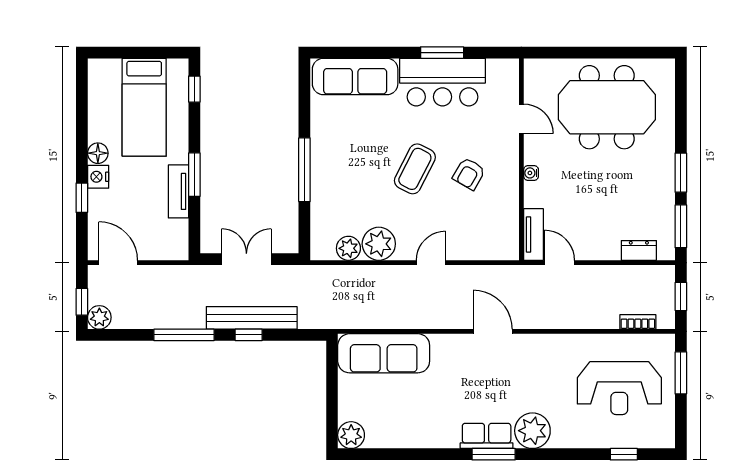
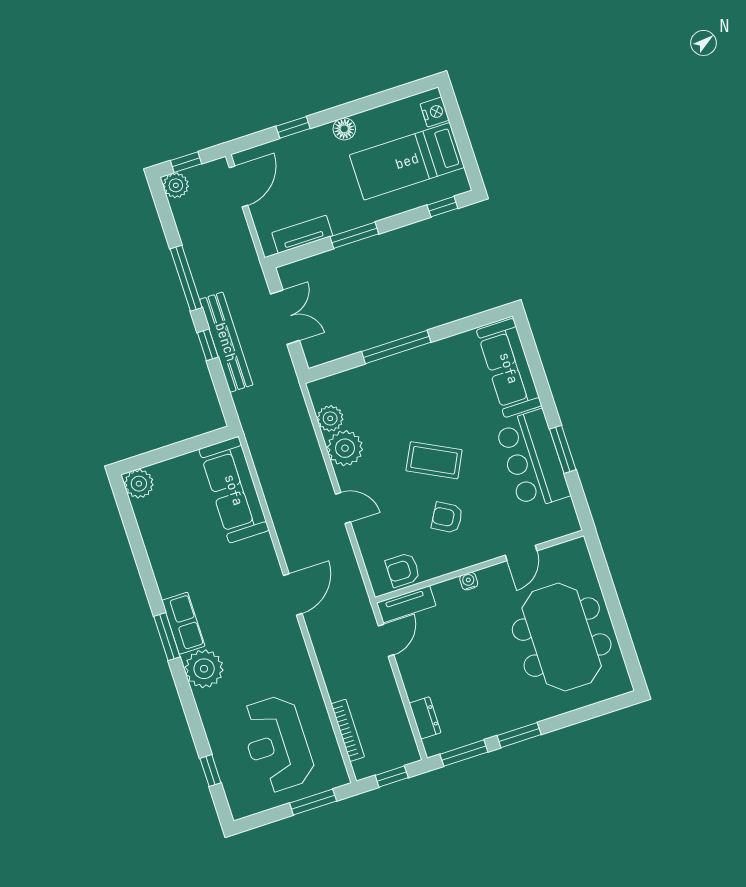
nightstand: (98, 177) -> (435, 112), moved, turned 90
tv unit: (178, 191) -> (302, 234), moved
armchair: (502, 228) -> (403, 570), added
bookcase: (638, 322) -> (348, 730), width x1.56

